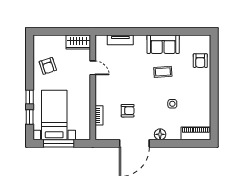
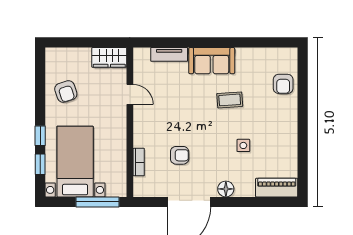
sofa: (163, 44) -> (212, 61), moved
window: (59, 143) -> (97, 202), moved

